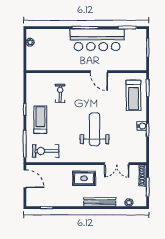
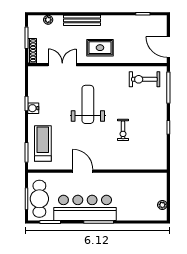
cafe table: (136, 48) -> (39, 199), added
exercise bike: (60, 93) -> (123, 130), moved
treadmill: (40, 120) -> (151, 116), removed
weight bench: (95, 129) -> (88, 104), turned 180
exercise bike: (46, 151) -> (144, 79), turned 180

